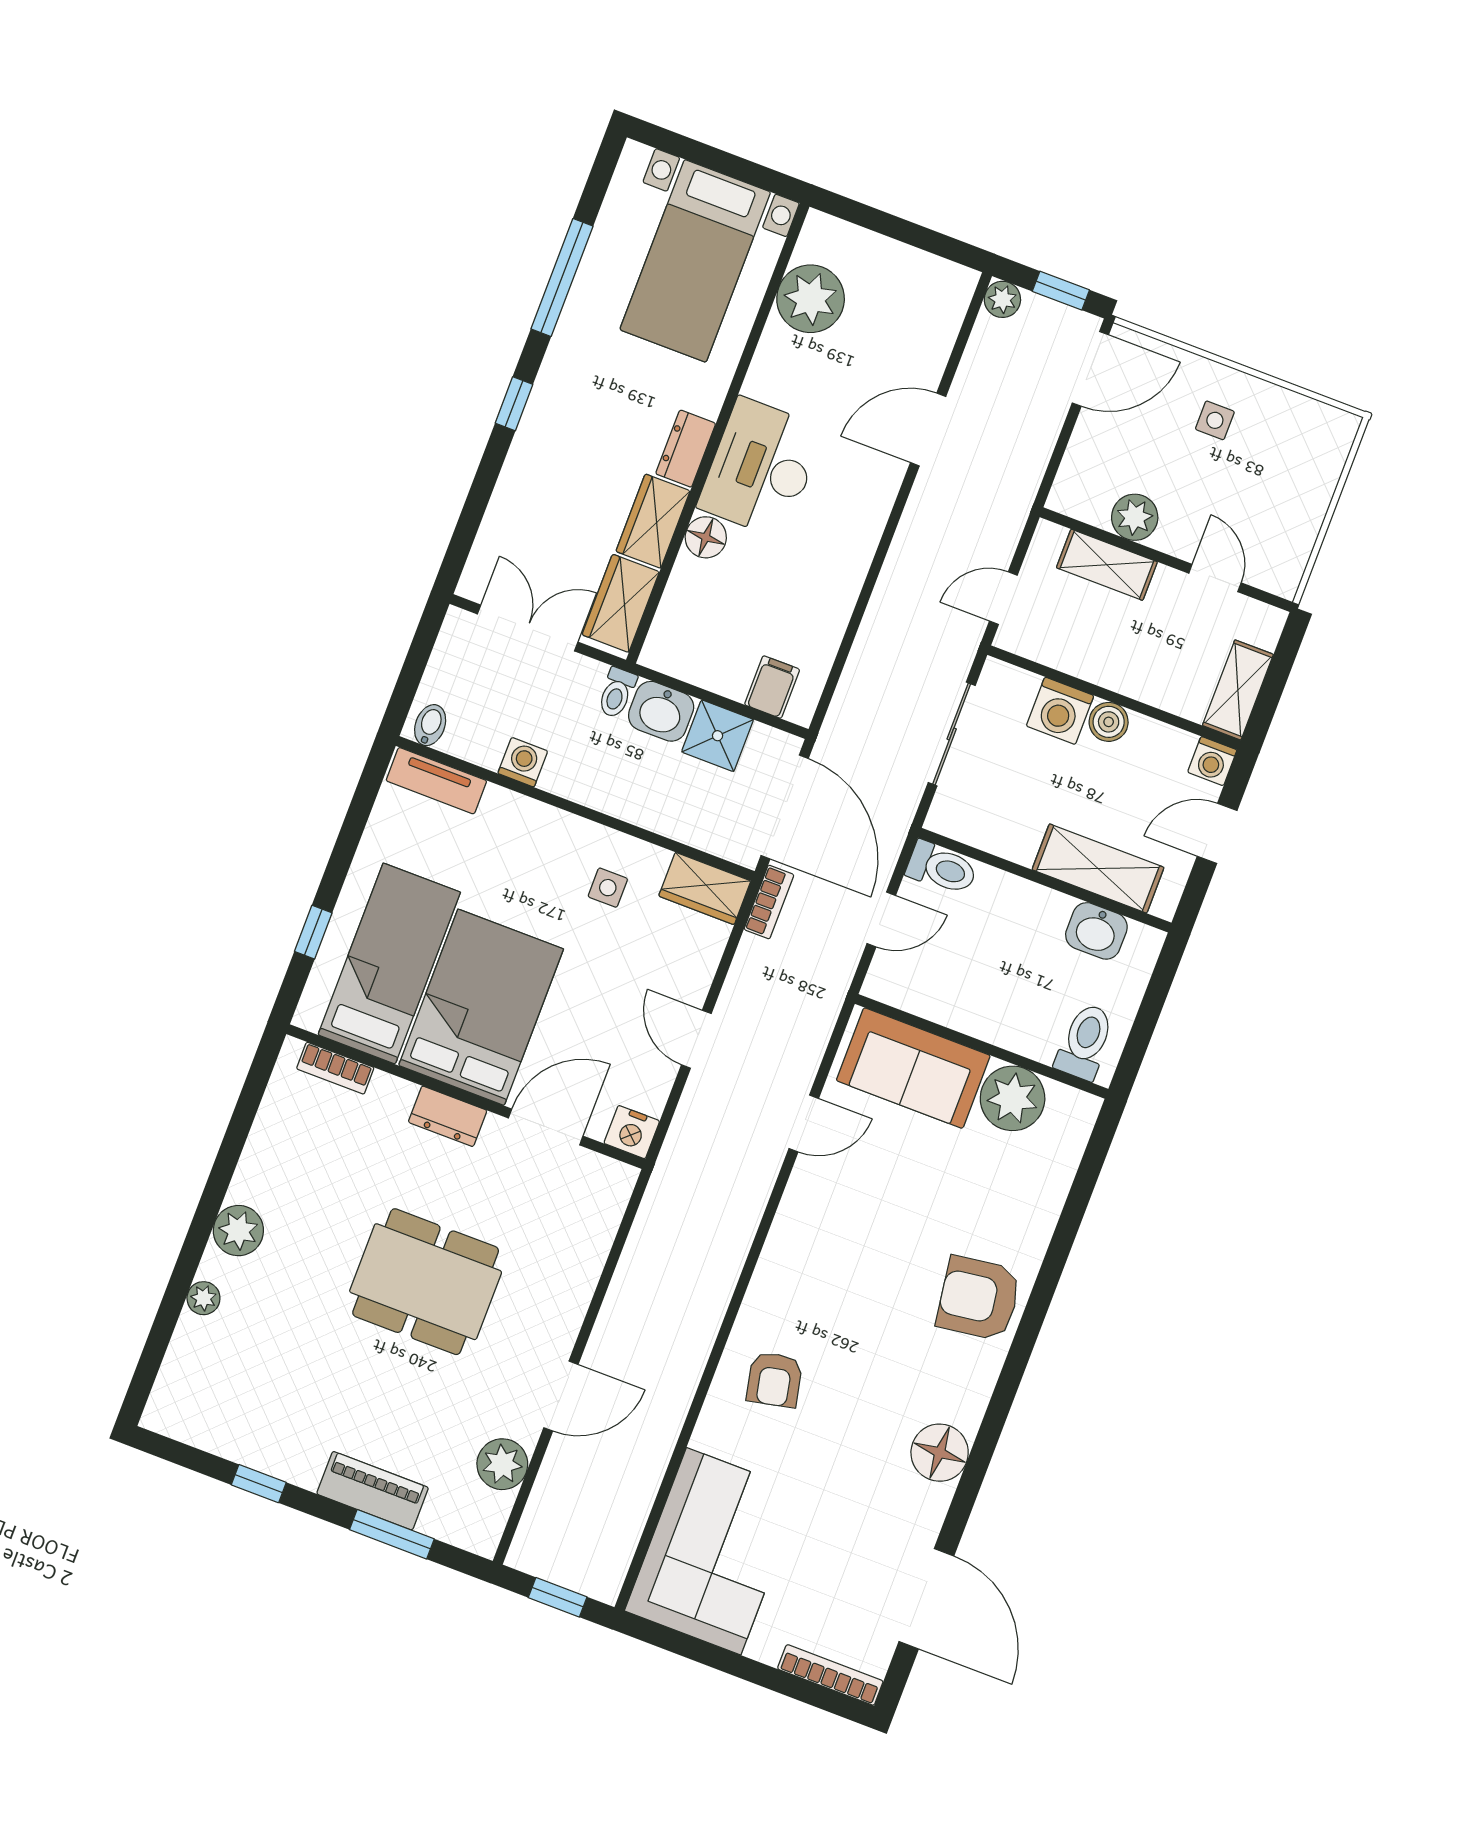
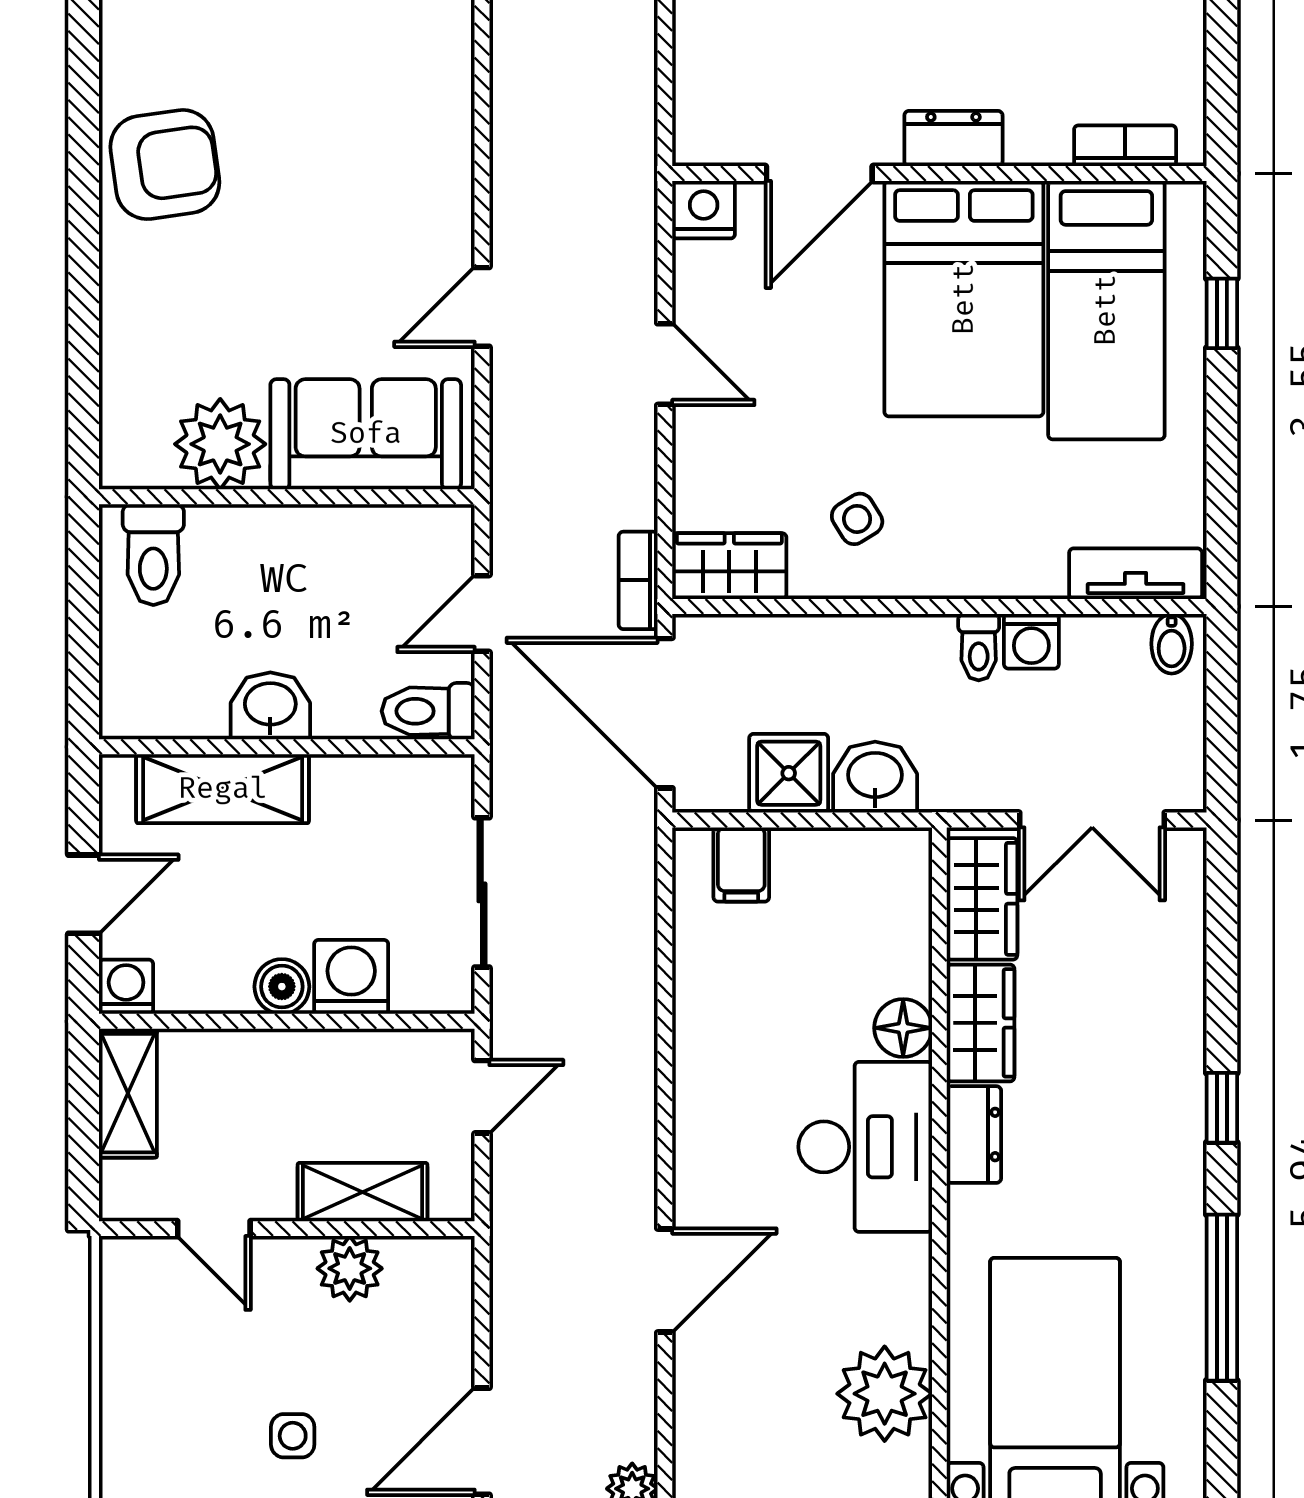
toilet: (617, 693) -> (979, 647), moved, turned 180
side table: (608, 888) -> (857, 519), turned -32
washbasin: (1096, 931) -> (270, 706), moved

